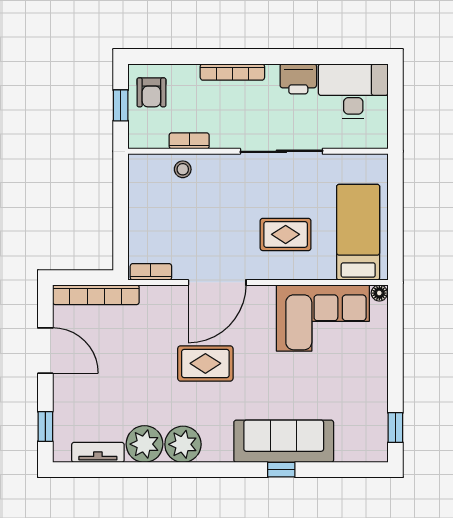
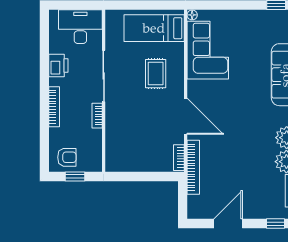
desk: (353, 91) -> (80, 27), moved, turned 90
bookcase: (189, 141) -> (97, 116), moved
stool: (183, 169) -> (115, 138), removed
bookcase: (96, 295) -> (193, 167), moved
rug: (205, 363) -> (236, 124), removed

